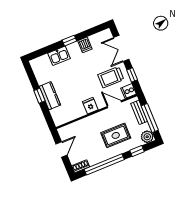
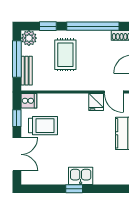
dishwasher: (85, 45) -> (58, 176), removed
kitchen sink: (59, 56) -> (81, 176), moved
door: (114, 104) -> (114, 92), moved
fridge: (90, 106) -> (96, 102), moved
rug: (116, 135) -> (65, 55), turned 90

